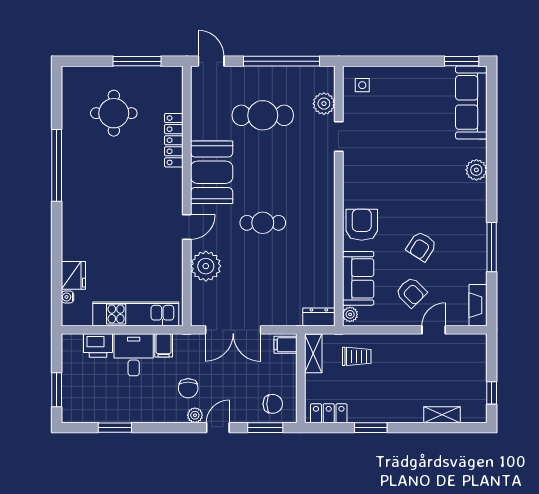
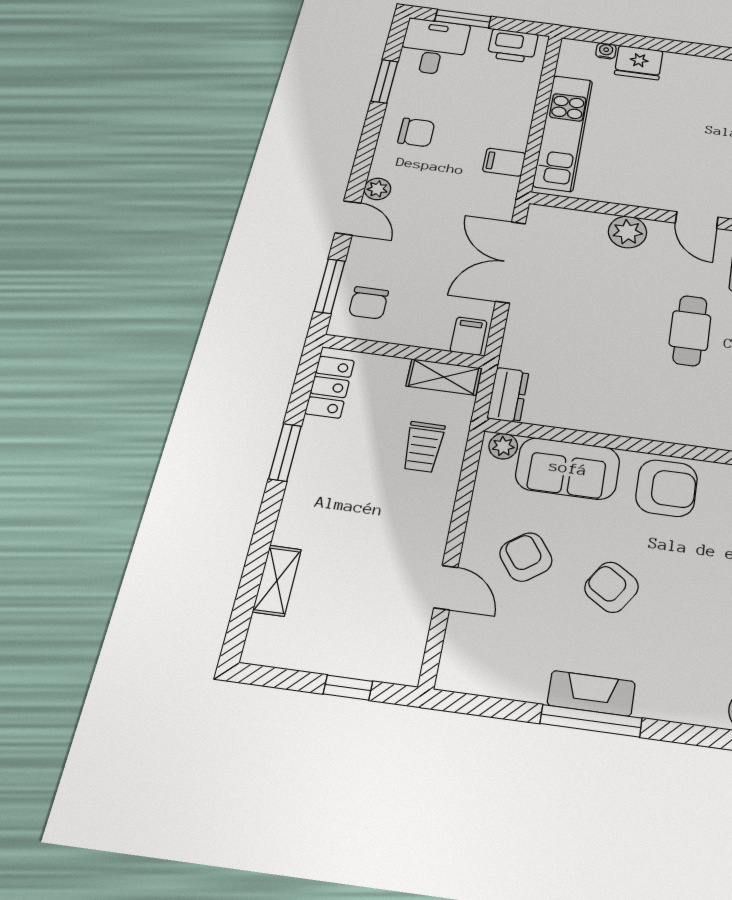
plant: (206, 266) -> (628, 232), width x0.73, depth x0.73
armchair: (411, 292) -> (526, 557), turned 99
fireplace: (478, 305) -> (591, 693), moved
printer: (98, 346) -> (513, 46), moved, turned -90
desk: (134, 355) -> (434, 47), moved, turned -90
chair: (188, 388) -> (416, 132), moved, turned 180
window: (492, 393) -> (348, 688), moved

